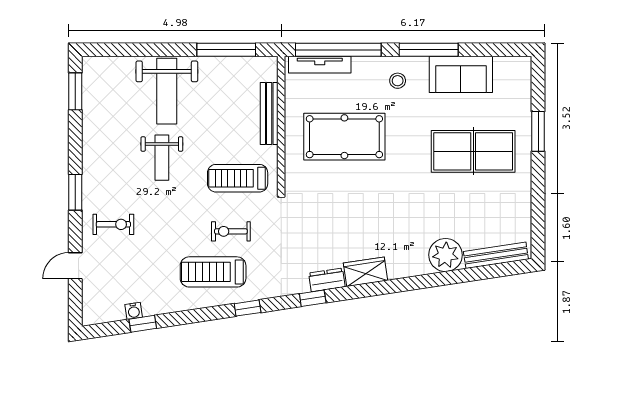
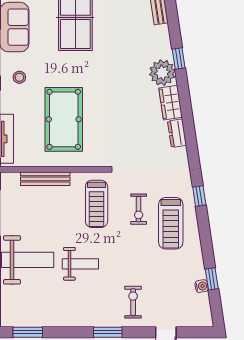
plant: (445, 255) -> (162, 73), moved
window: (313, 298) -> (179, 59), moved

